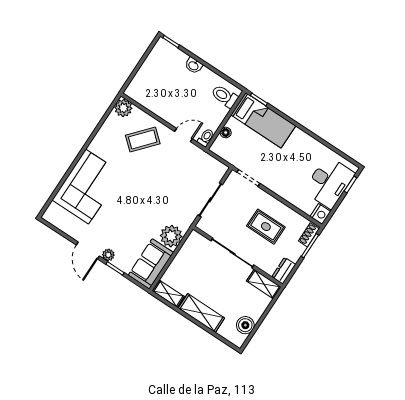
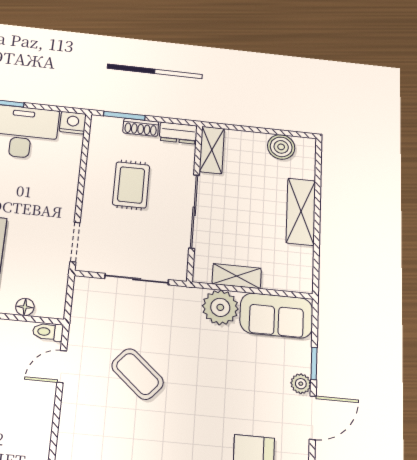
door: (184, 135) -> (62, 366), hinge flipped
coffee table: (143, 139) -> (137, 374), moved
shoe rack: (309, 235) -> (141, 127), moved
shelving: (168, 294) -> (237, 276), moved, turned 90

